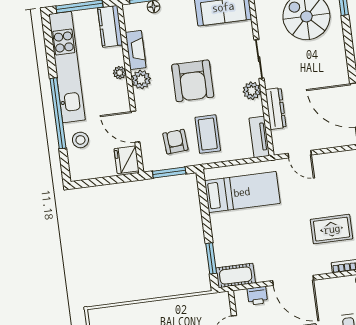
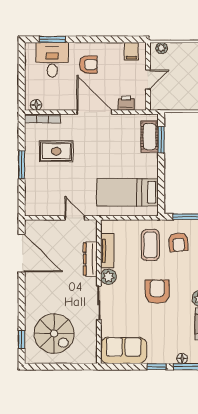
armchair: (193, 81) -> (157, 292), width x0.73, depth x0.73
tv unit: (259, 137) -> (107, 251), moved
cot: (236, 276) -> (150, 137), moved, turned 90

